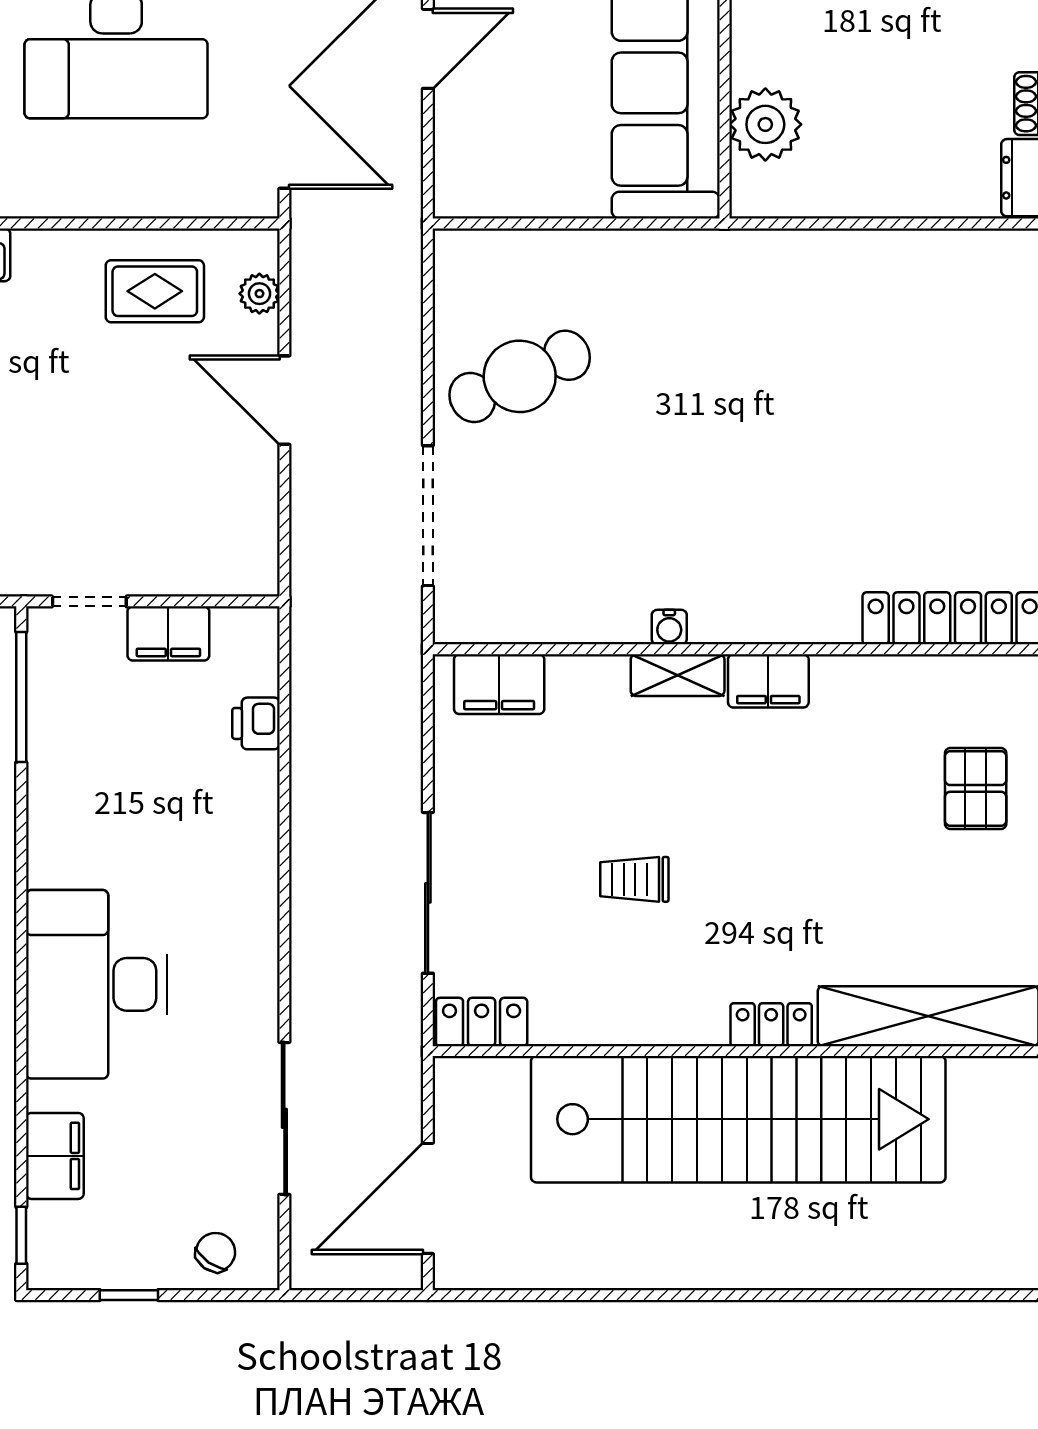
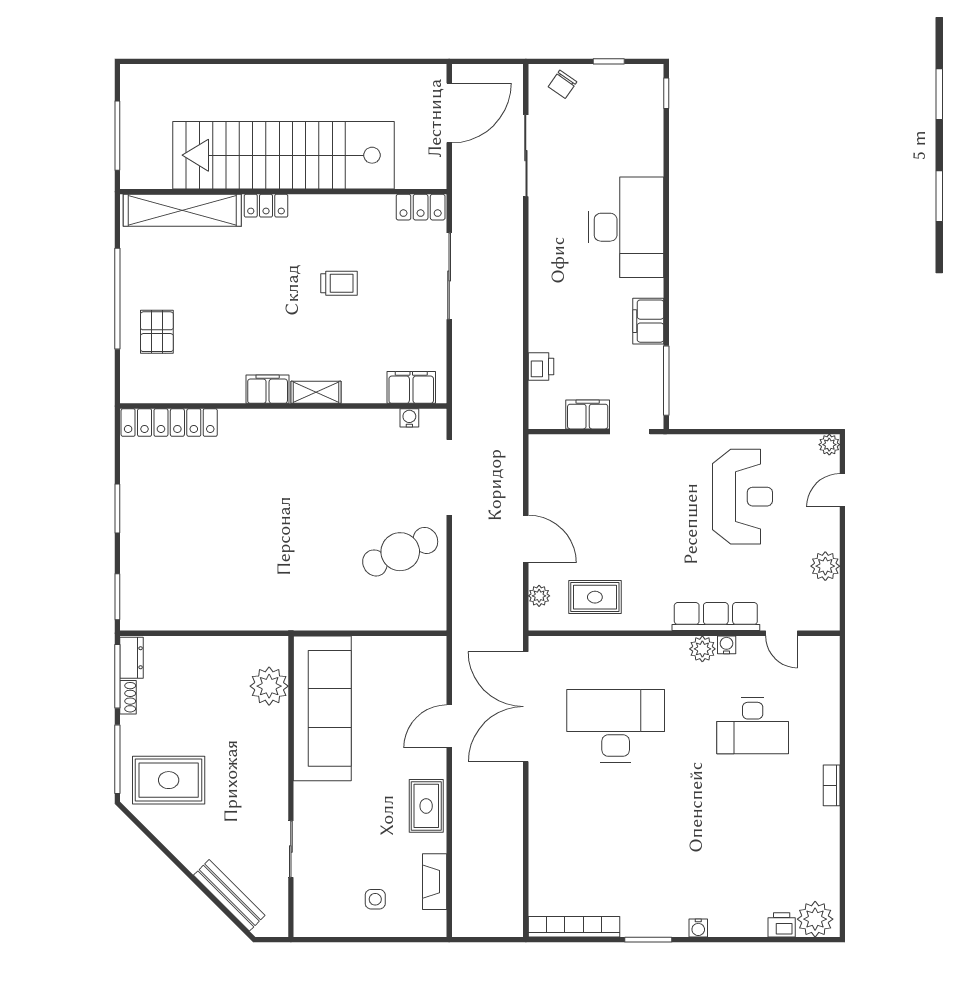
water cooler: (669, 627) -> (409, 418), moved
filing cabinet: (55, 1156) -> (648, 321), moved

